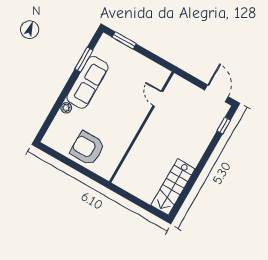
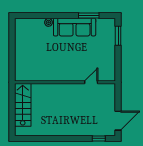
armchair: (87, 148) -> (29, 53), removed
stairs: (173, 187) -> (23, 105), moved, turned 90

